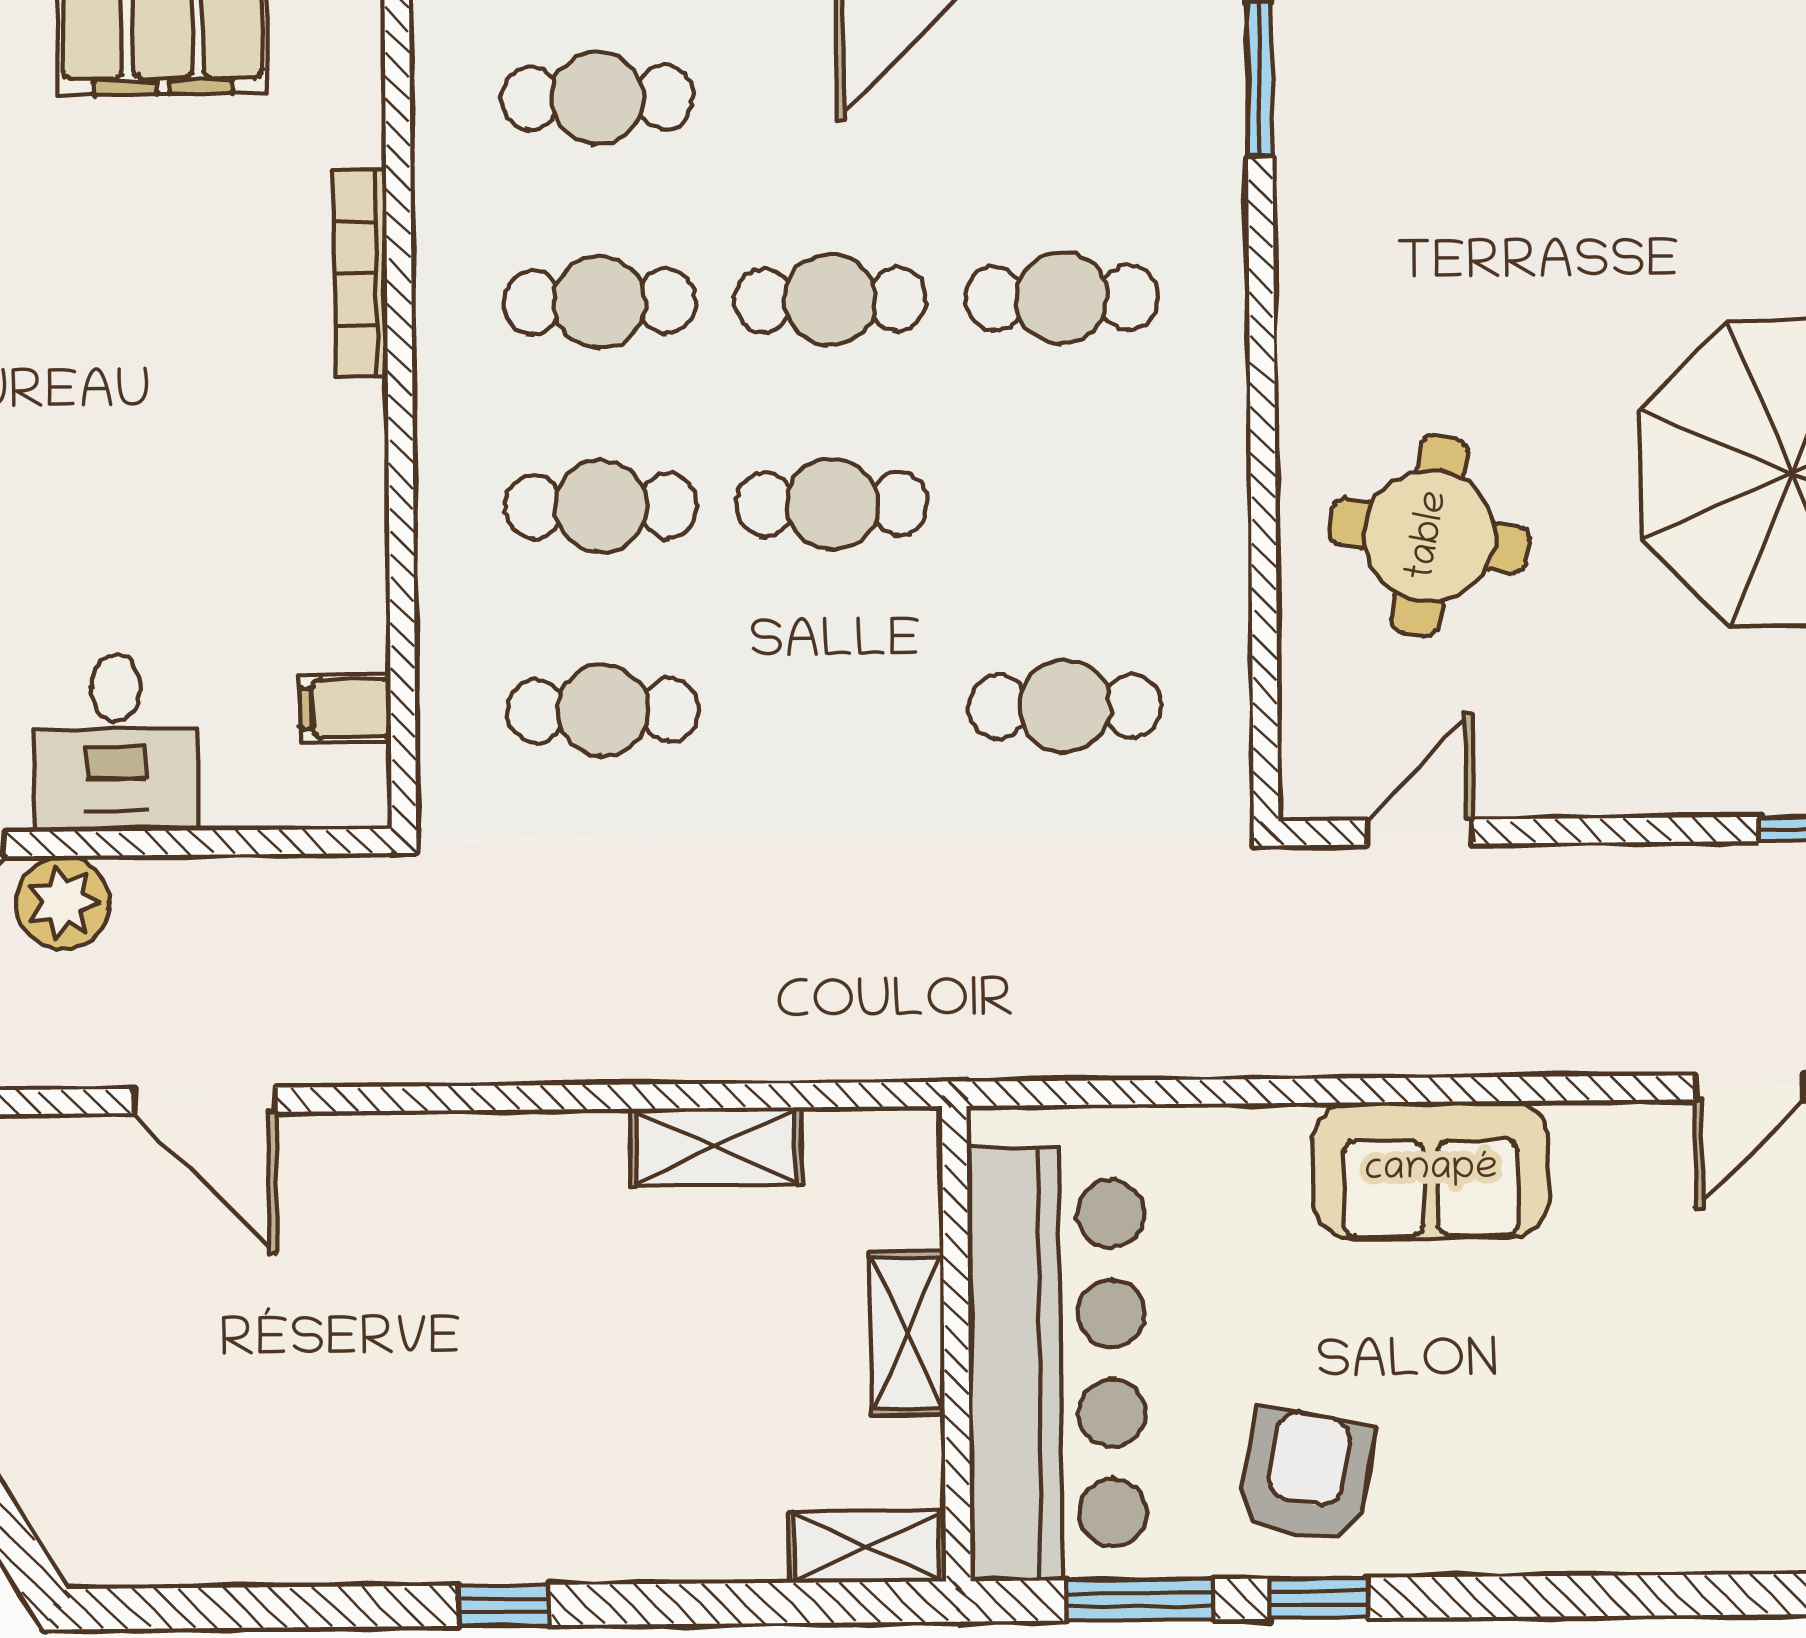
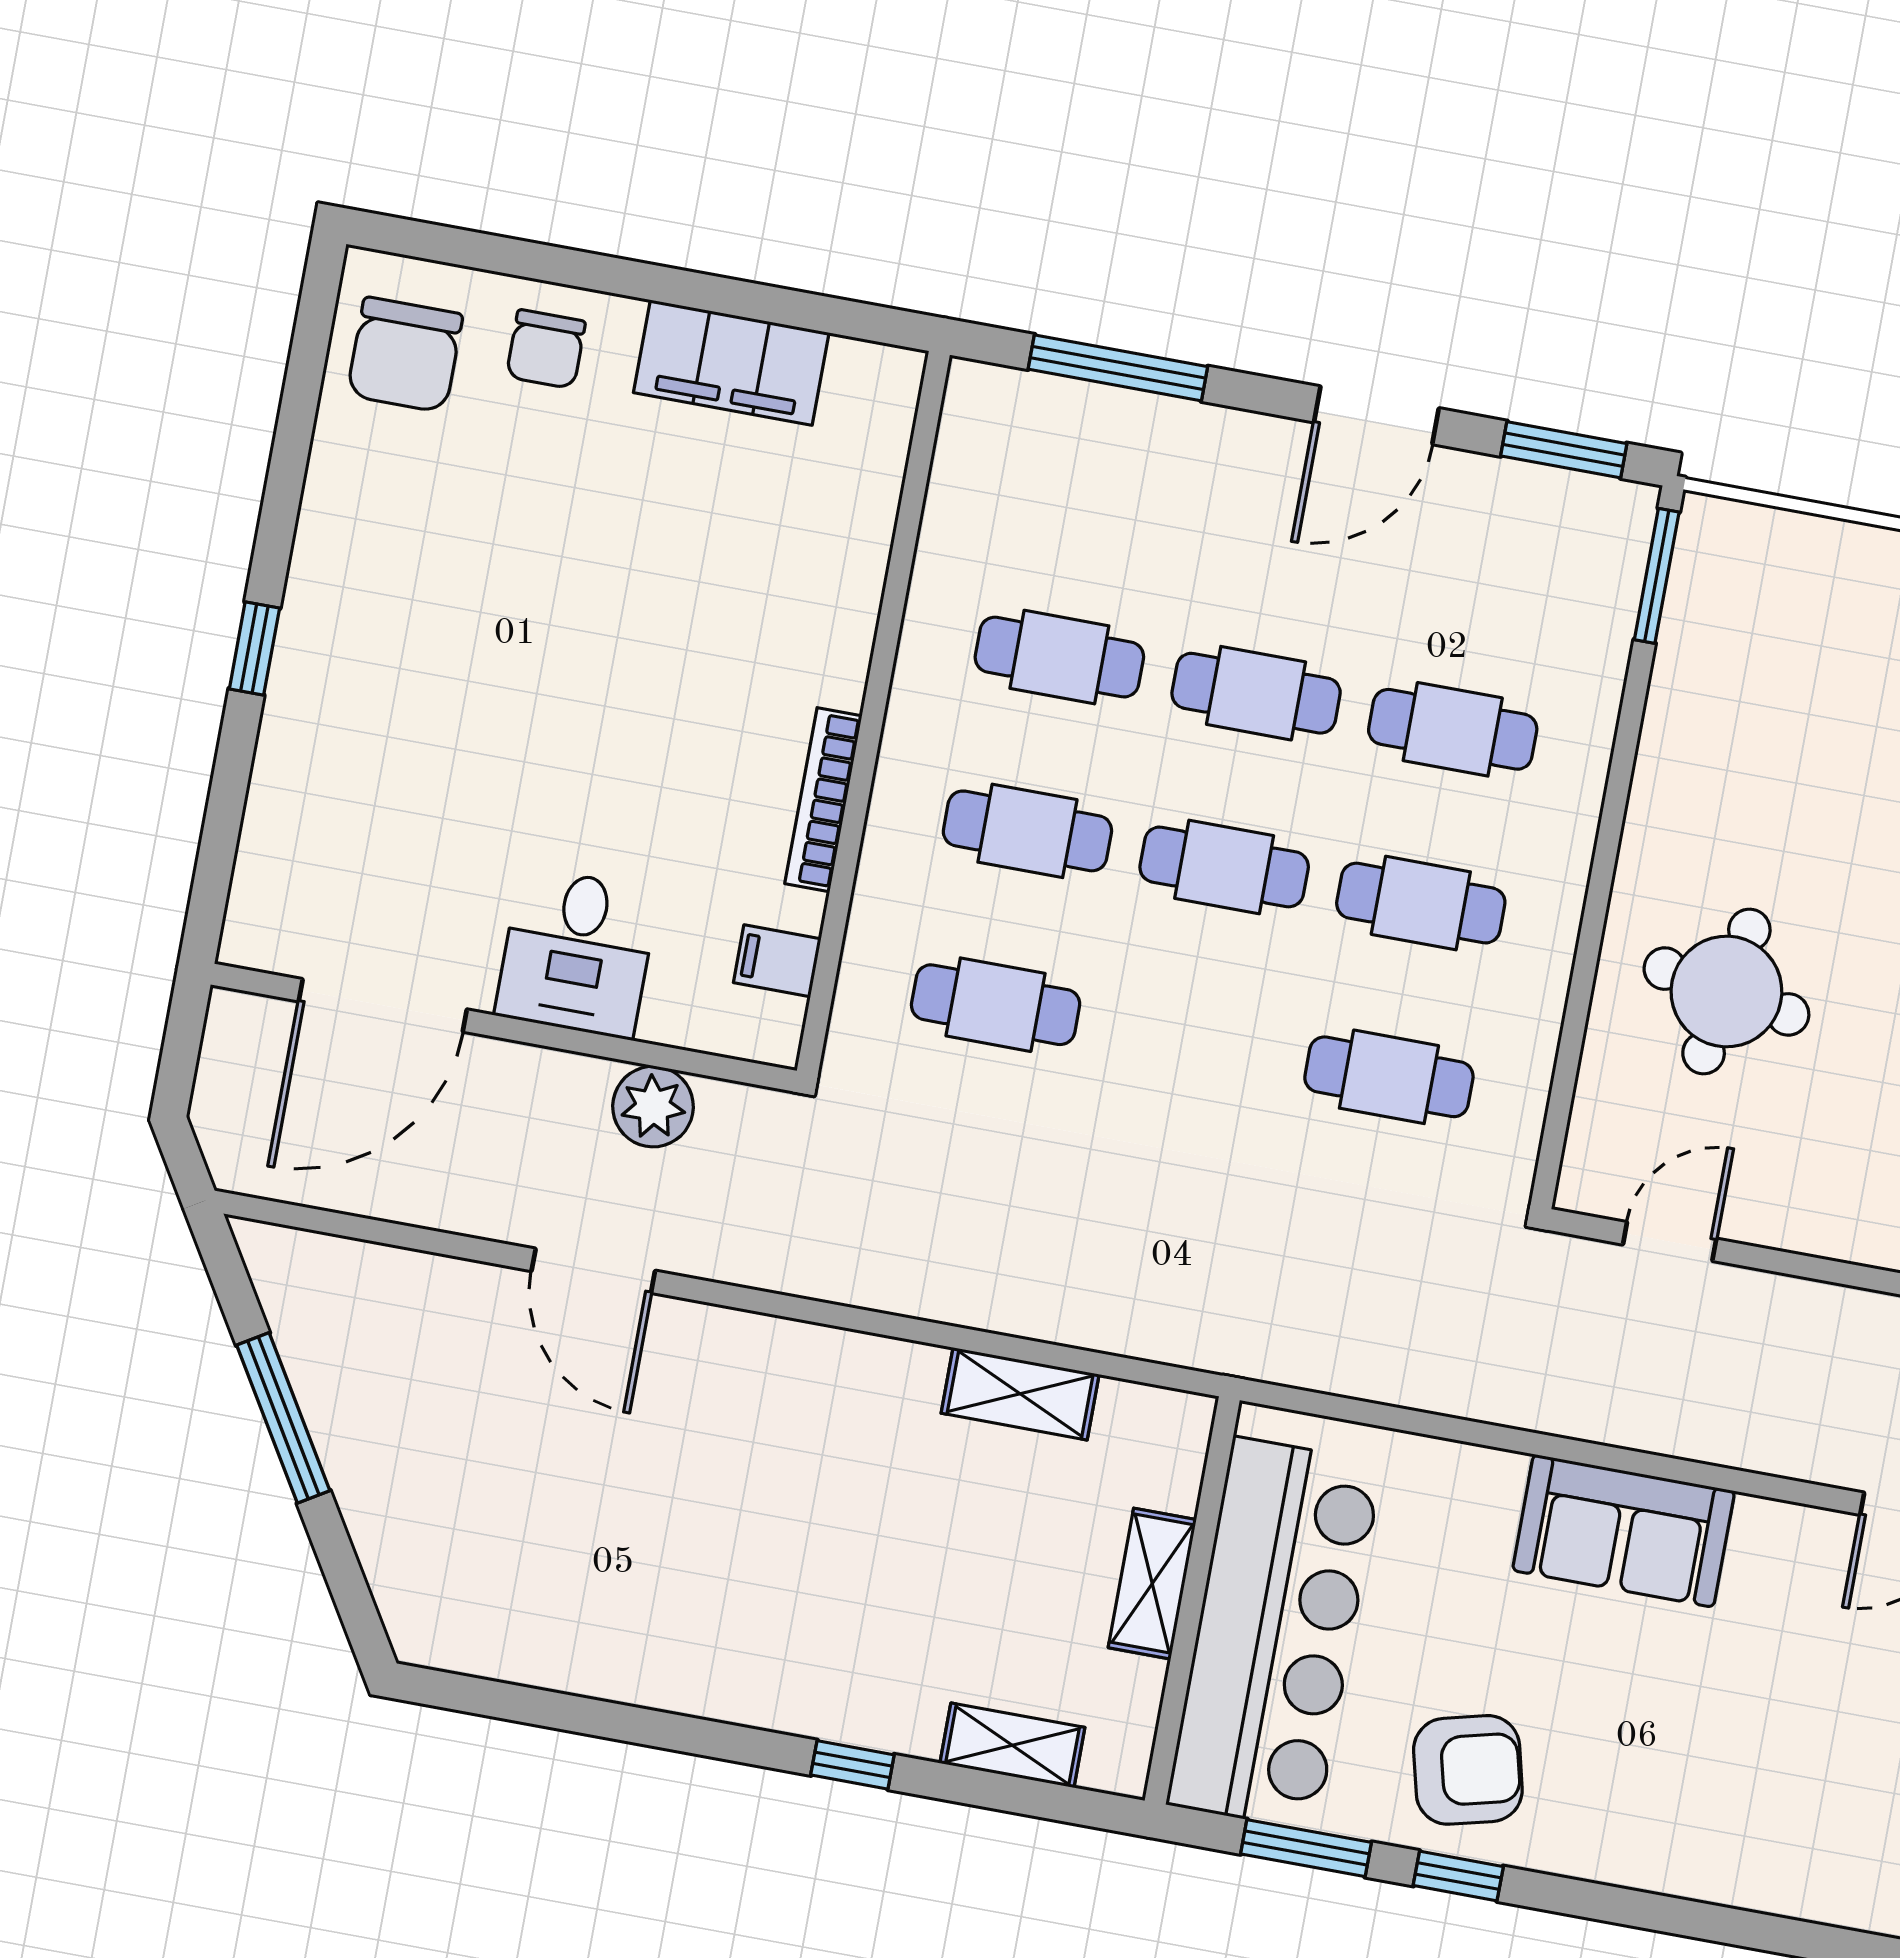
cafe table: (597, 98) -> (1421, 903), moved
bookcase: (361, 273) -> (823, 800), moved
plant: (63, 902) -> (653, 1107), moved
armchair: (1306, 1476) -> (1468, 1770), turned 65
shelving: (867, 1547) -> (1012, 1745), moved
window: (504, 1605) -> (852, 1765), moved

